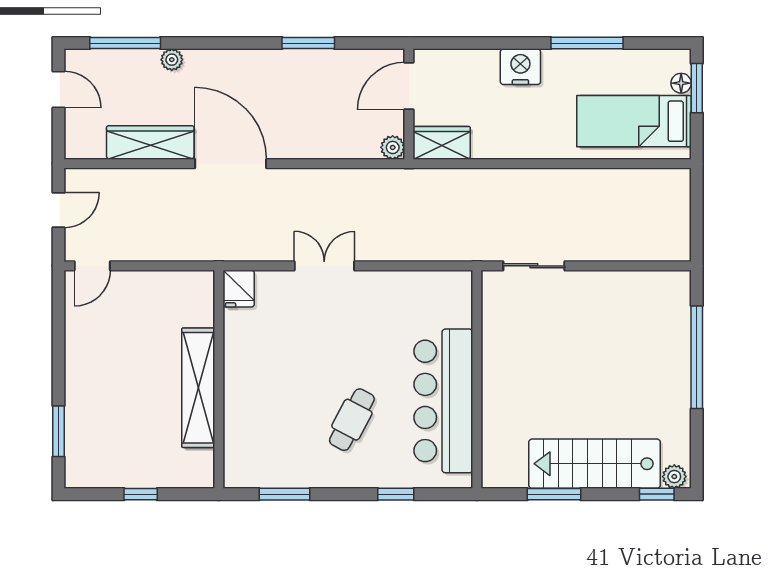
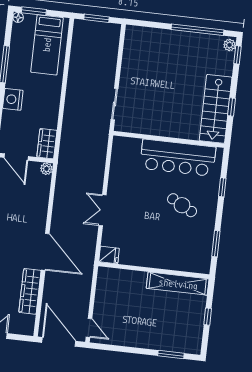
floor lamp: (681, 83) -> (18, 17), moved
door: (231, 164) -> (45, 252), swing flipped
door: (58, 210) -> (59, 342), width x1.87
window: (697, 212) -> (96, 18), added
window: (697, 357) -> (197, 30), moved
shelving: (198, 388) -> (178, 284), moved
stairs: (595, 464) -> (216, 109), moved
window: (554, 494) -> (231, 107), width x0.67

